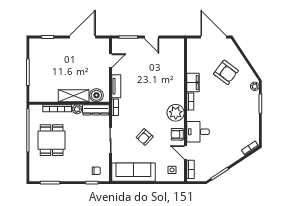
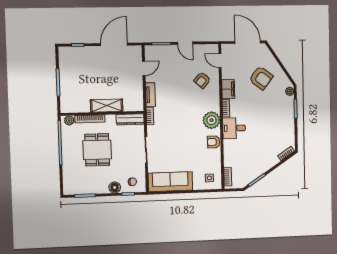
boiler: (96, 95) -> (130, 104), removed
plant: (77, 109) -> (69, 120), moved
desk: (198, 132) -> (234, 128), moved
armchair: (145, 137) -> (202, 80), moved
dining table: (52, 140) -> (97, 150), moved
door: (185, 152) -> (220, 61), moved
floor lamp: (79, 176) -> (115, 187), added

